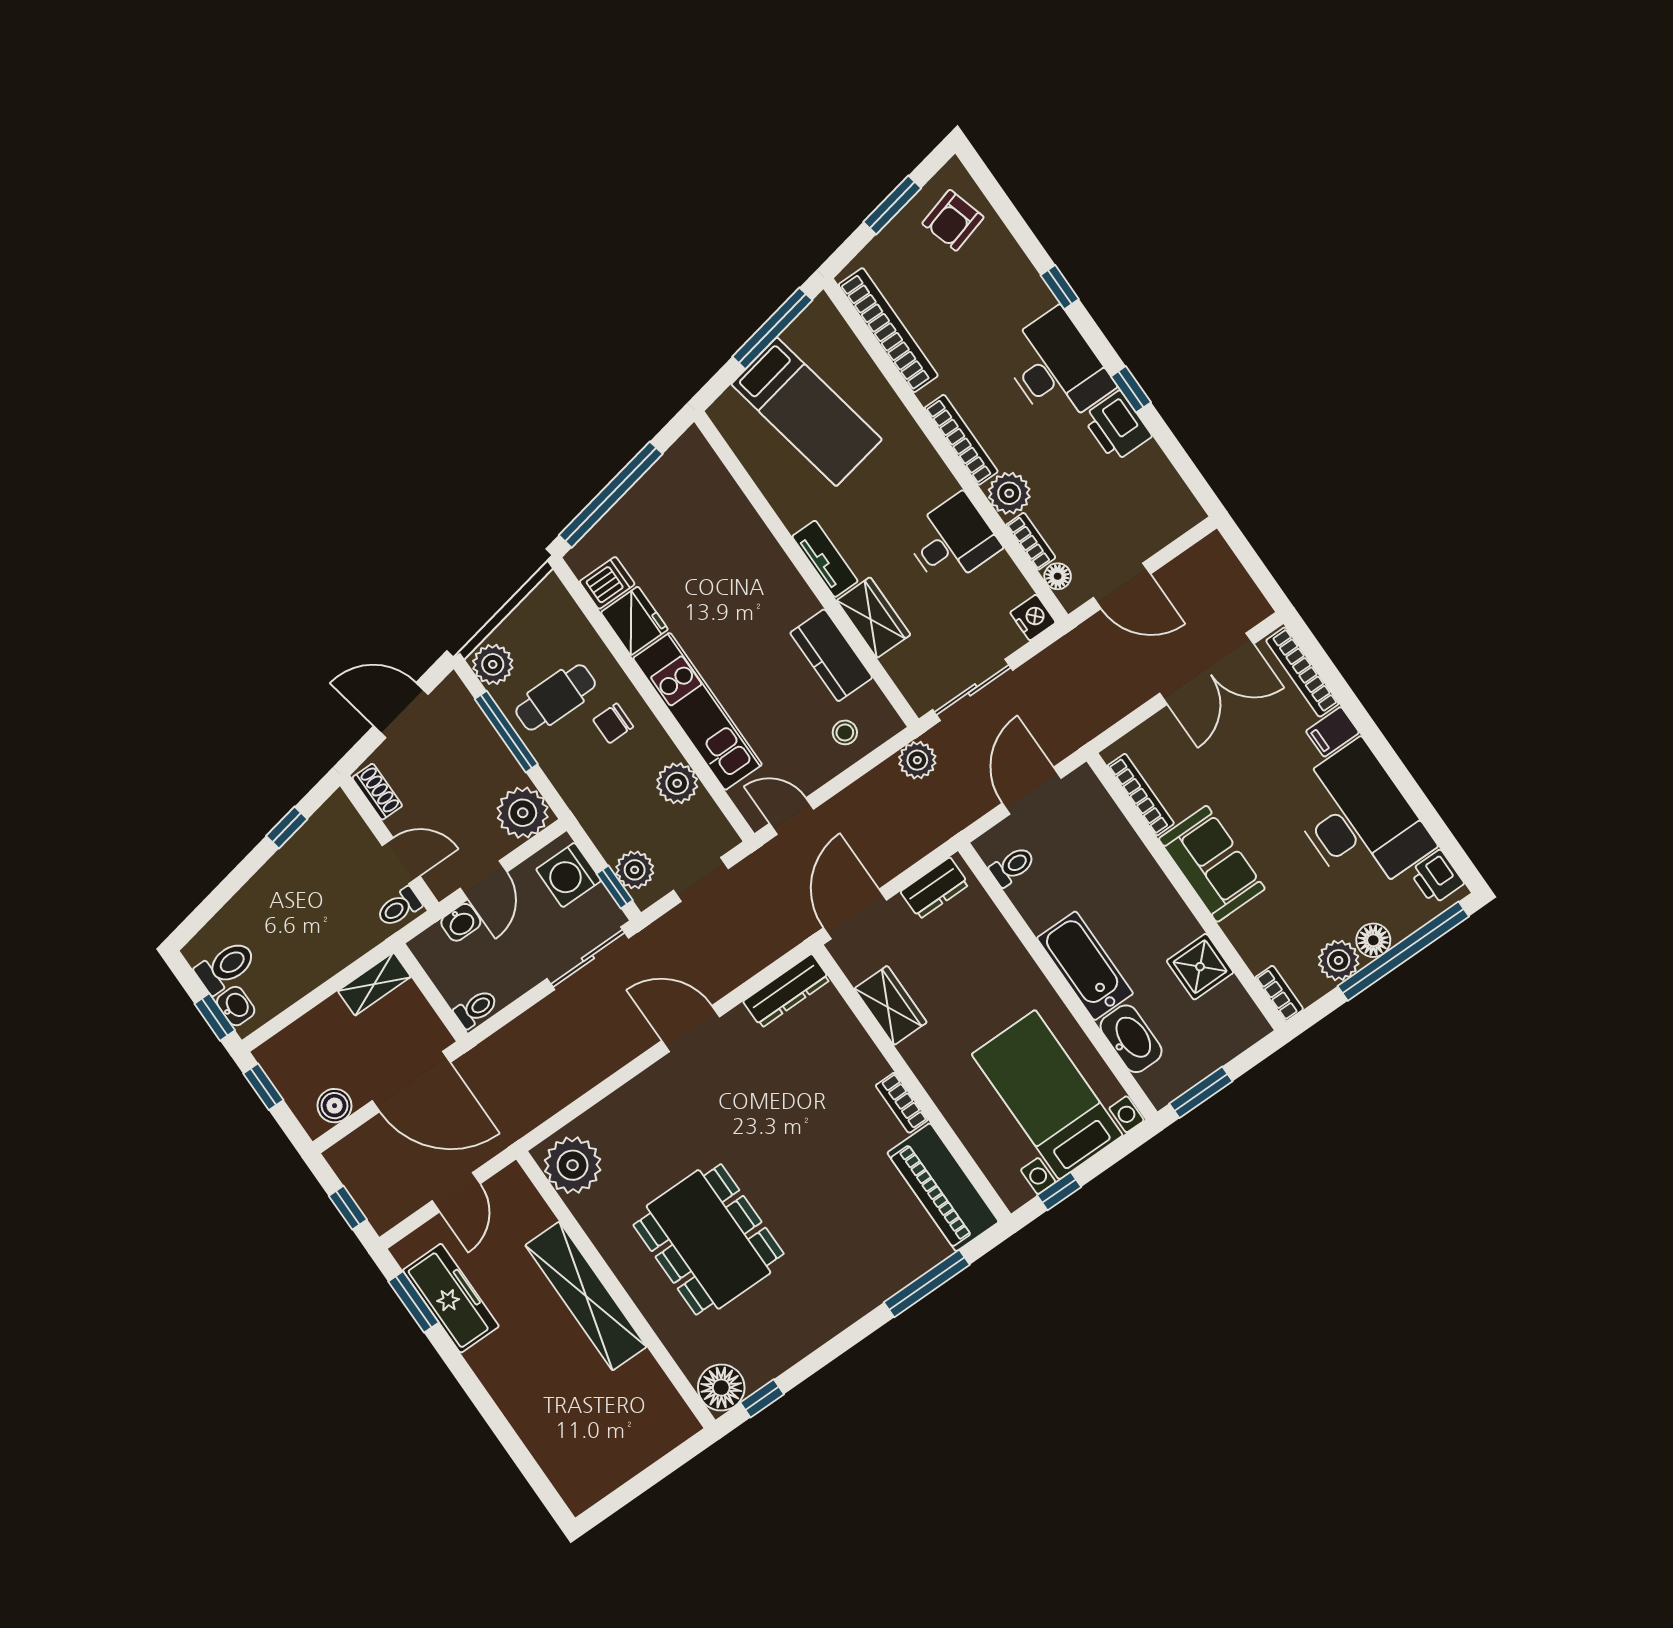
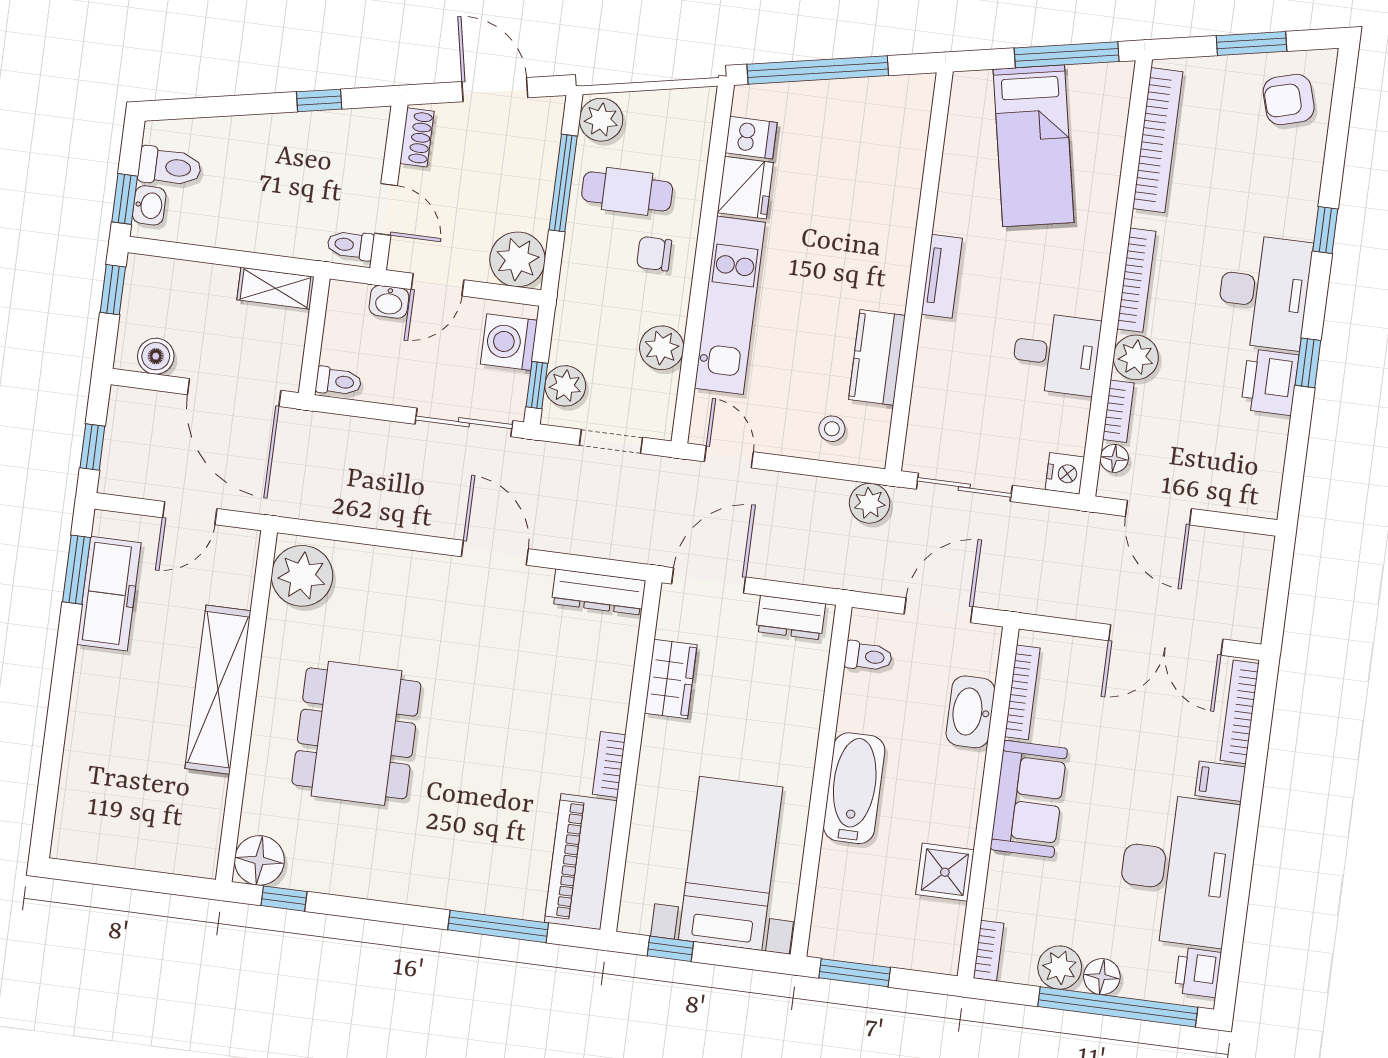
wardrobe: (874, 618) -> (938, 358), removed
washbasin: (1131, 1039) -> (970, 712), moved, turned 180

